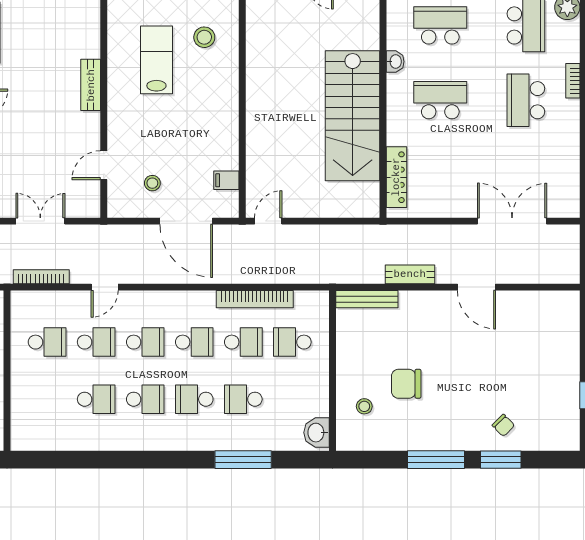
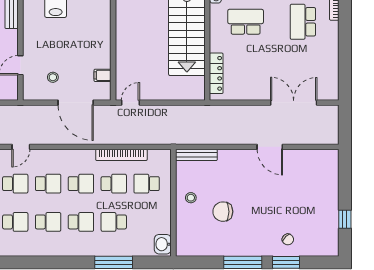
bench: (410, 274) -> (225, 138), removed
school desk: (194, 399) -> (81, 222), turned 180
stool: (364, 406) -> (191, 198), moved

